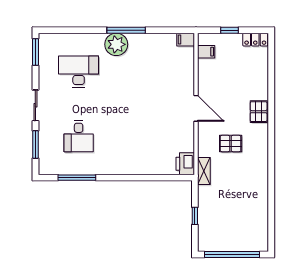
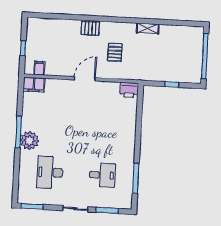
filing cabinet: (186, 40) -> (34, 84), width x2.00
locker: (255, 40) -> (32, 28), removed
shelving: (204, 171) -> (148, 28), moved

